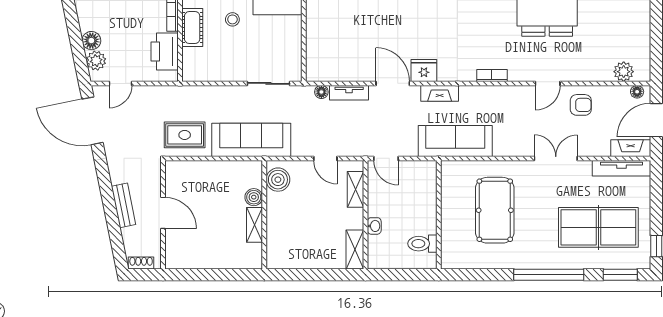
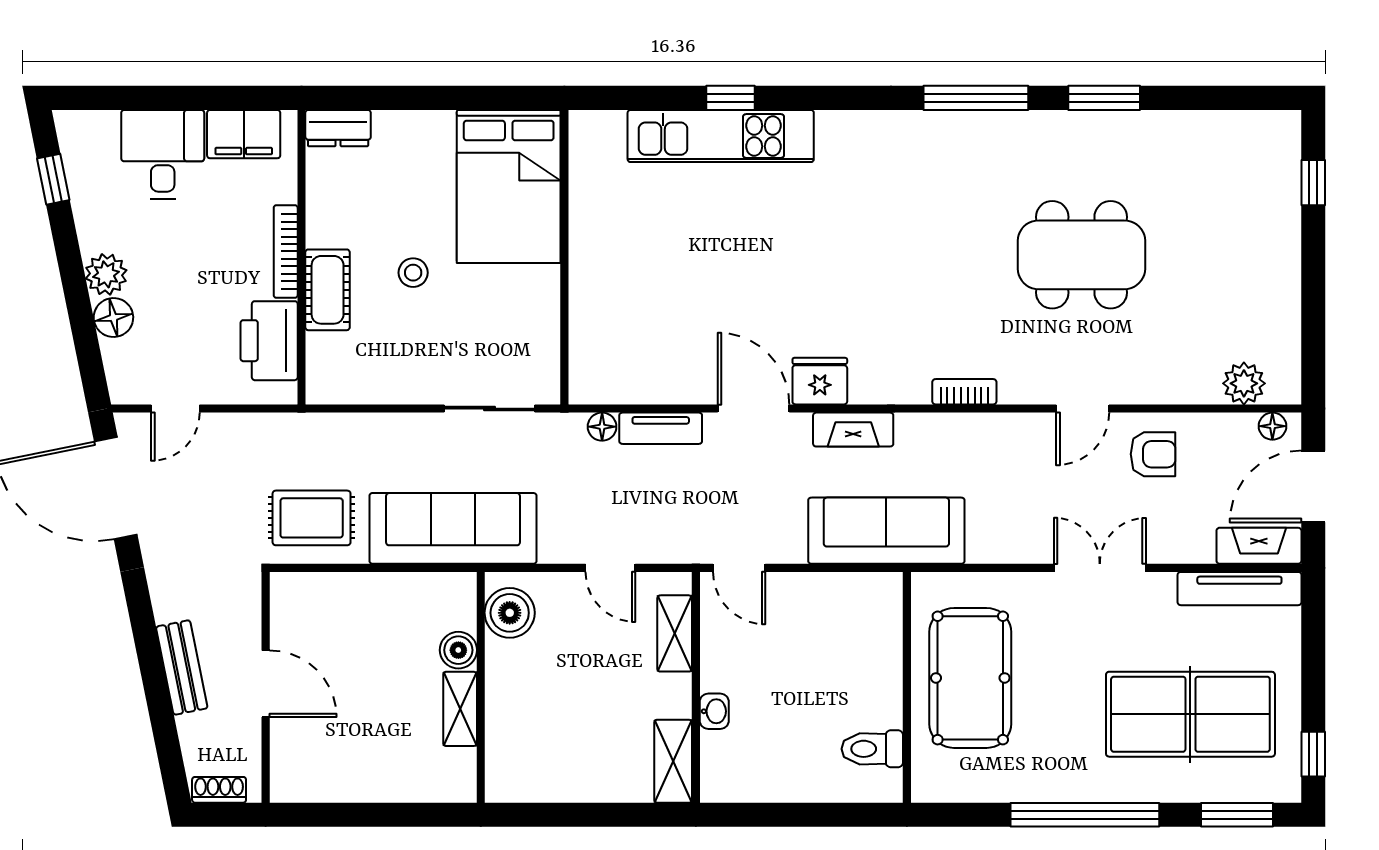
plant: (96, 61) -> (106, 274), moved
wall: (439, 215) -> (907, 687), moved
toilet: (422, 244) -> (872, 749), moved

